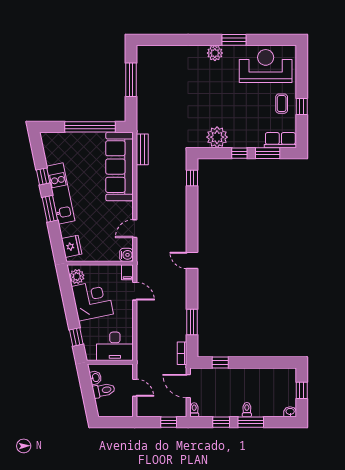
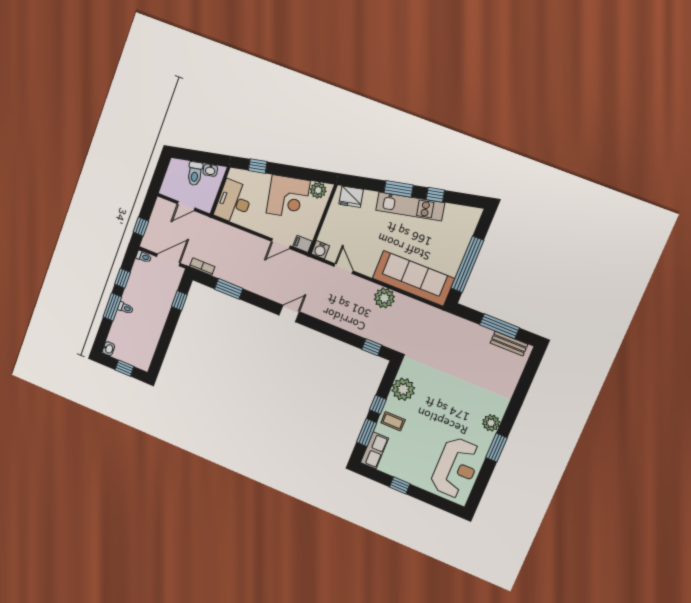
coffee table: (282, 104) -> (393, 421), moved
bench: (142, 149) -> (509, 344), moved
plant: (146, 184) -> (384, 298), added

